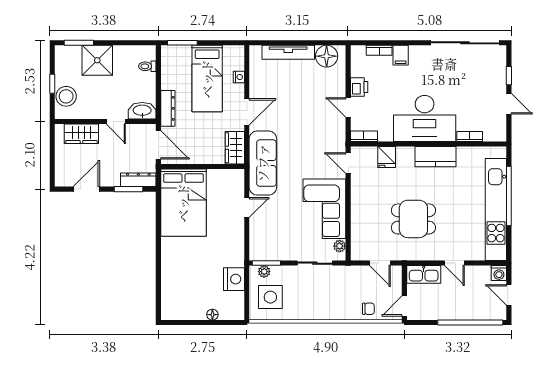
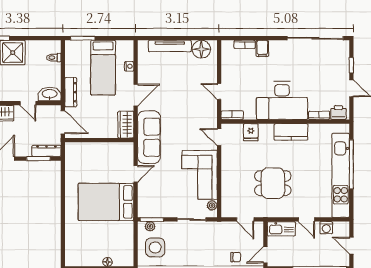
printer: (359, 87) -> (338, 113), moved, turned -90
bed: (183, 203) -> (106, 202), moved, turned 90
washing machine: (499, 273) -> (326, 228), moved
nightstand: (234, 279) -> (125, 233), removed

